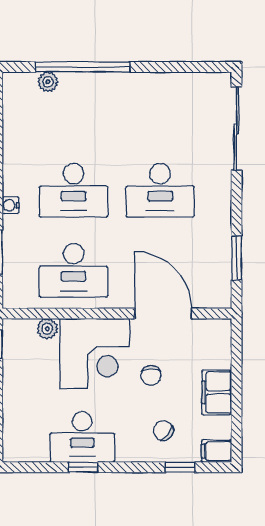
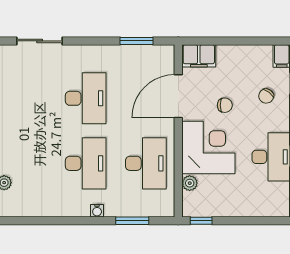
sliding door: (236, 129) -> (40, 41), width x0.73
filing cabinet: (217, 392) -> (199, 56), moved

